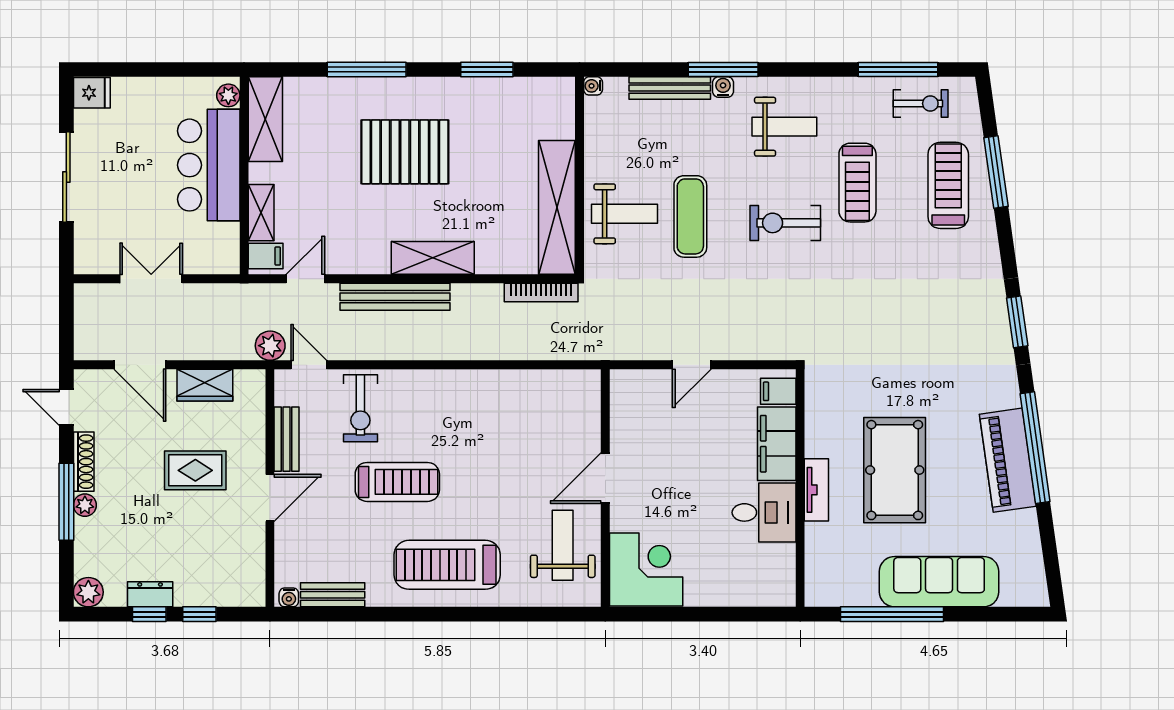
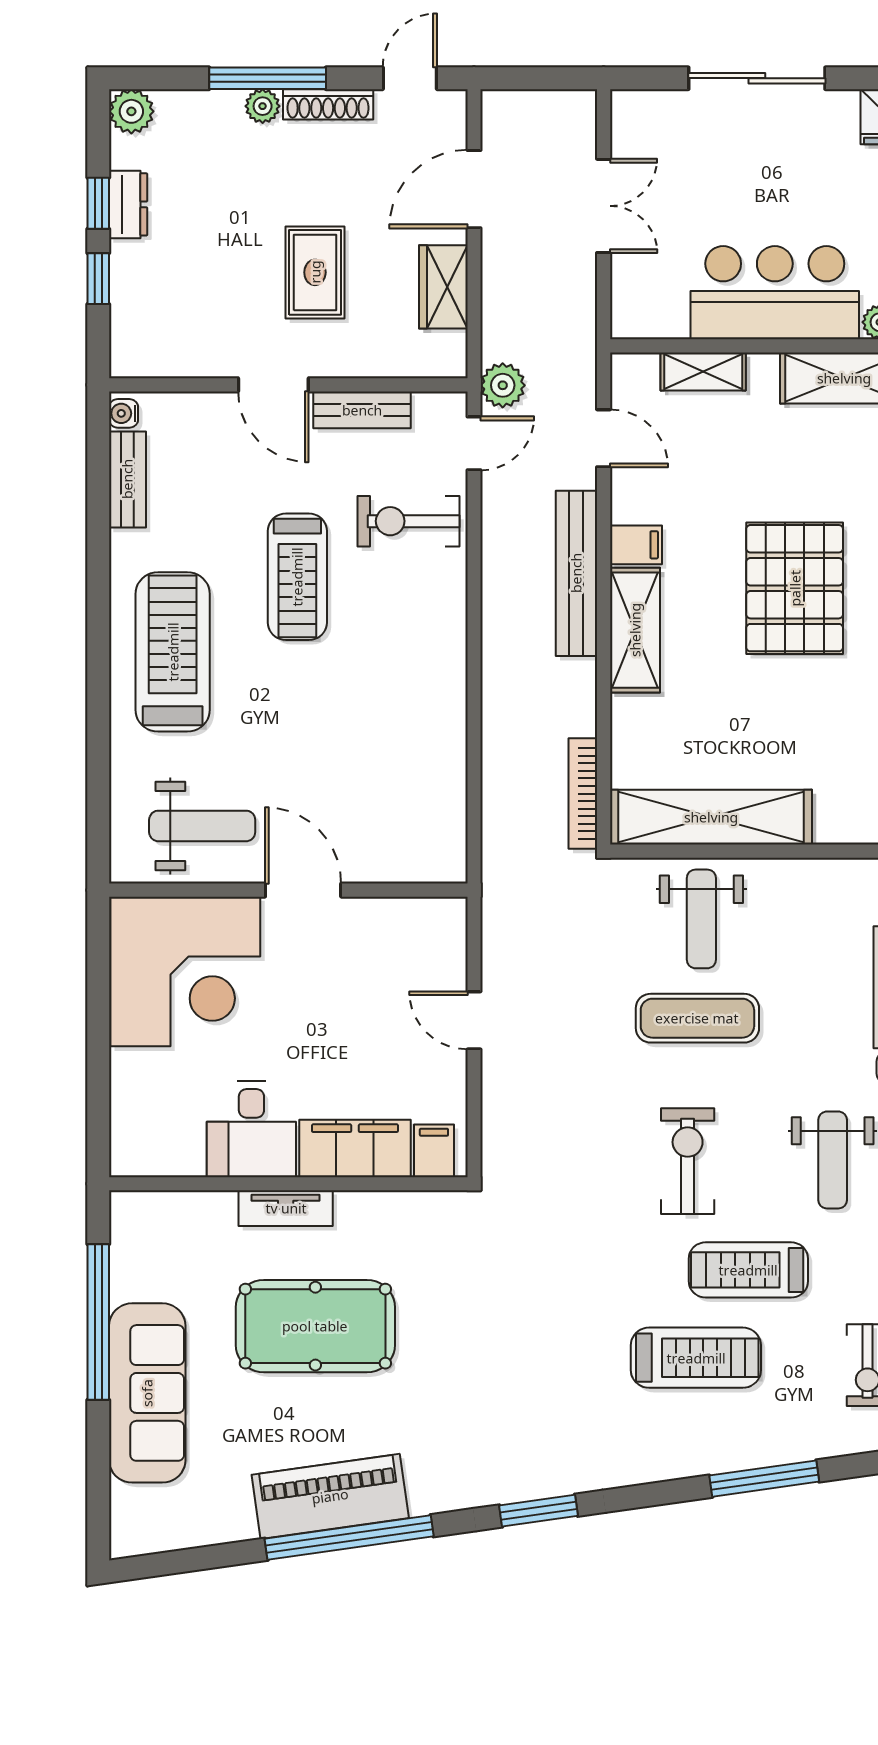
treadmill: (948, 185) -> (696, 1358), moved
filing cabinet: (266, 256) -> (636, 545), moved, turned -90
corner desk: (646, 570) -> (185, 972), width x1.36, depth x1.36

